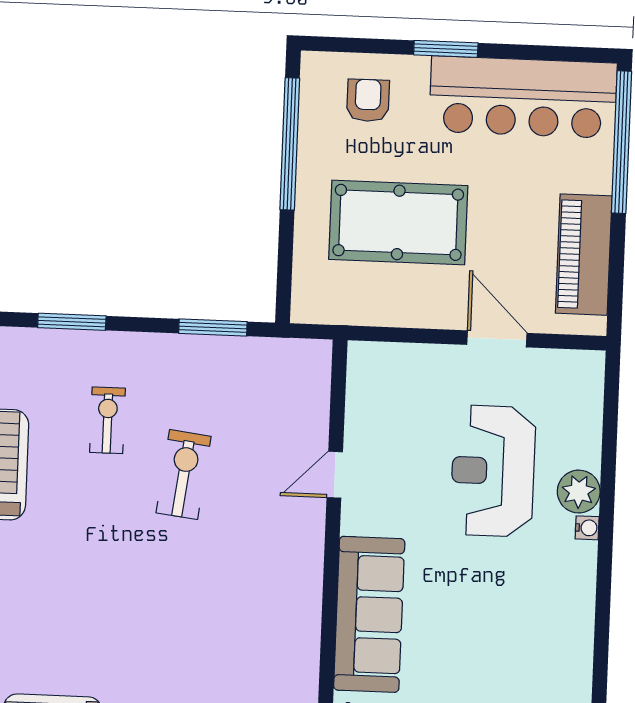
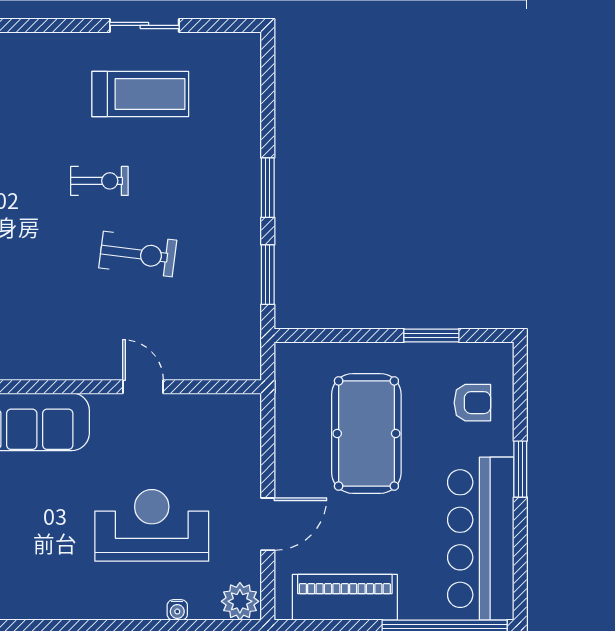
window: (290, 144) -> (431, 336), width x0.47
window: (72, 322) -> (268, 188), moved
exercise bike: (107, 420) -> (99, 181), moved
plant: (579, 492) -> (240, 601), moved
water cooler: (587, 528) -> (177, 610), moved

